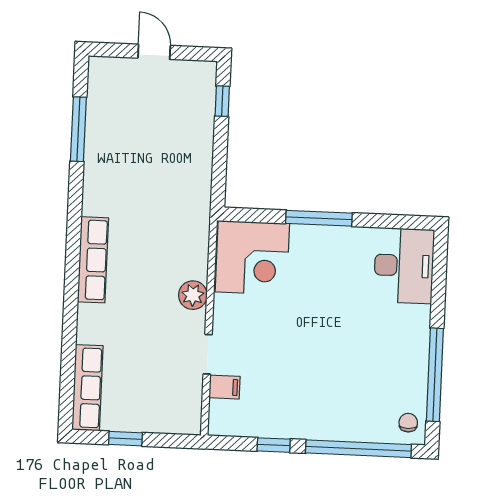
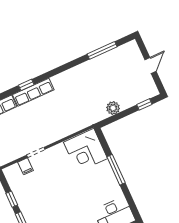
row of seats: (93, 260) -> (33, 92), moved
plant: (193, 295) -> (113, 108), moved
window: (71, 307) -> (26, 85), added

